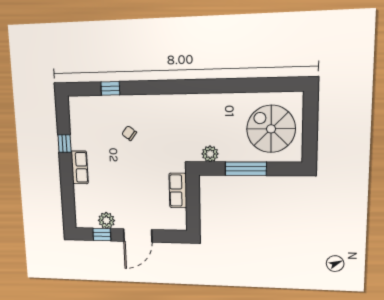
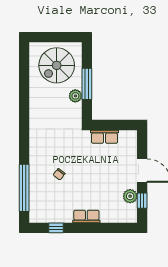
window: (110, 88) -> (24, 188), width x3.17
window: (65, 144) -> (56, 228), moved
plant: (210, 154) -> (75, 96), moved

